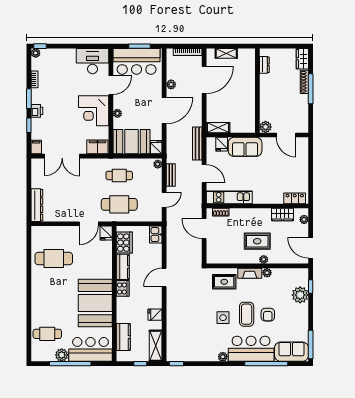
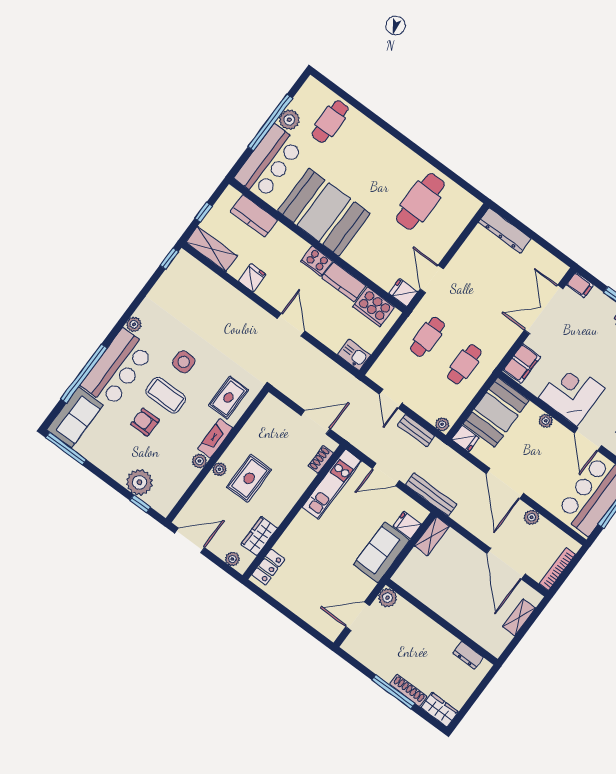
cafe table: (119, 204) -> (427, 337), width x0.73, depth x0.74

